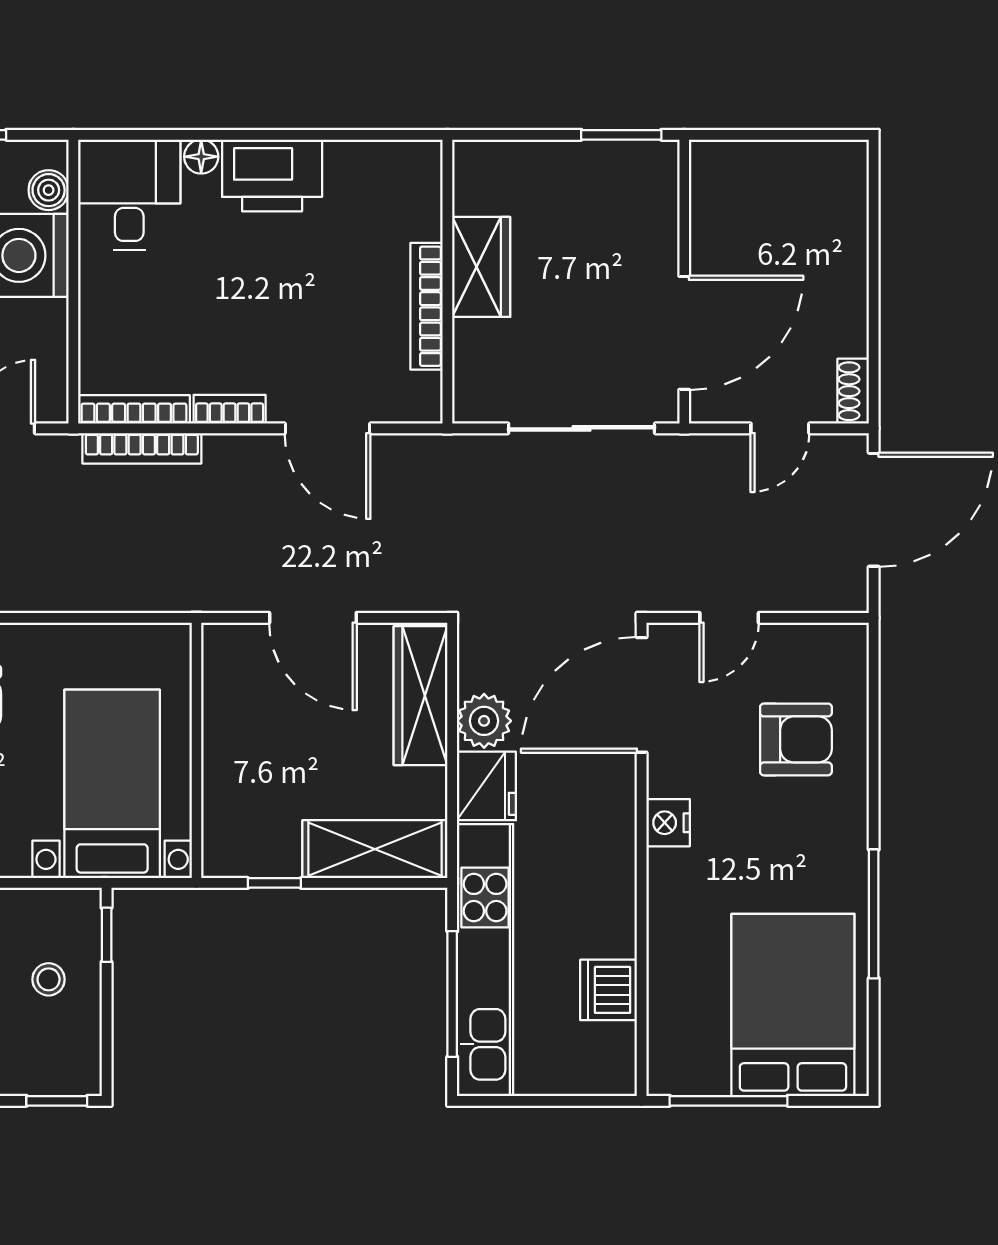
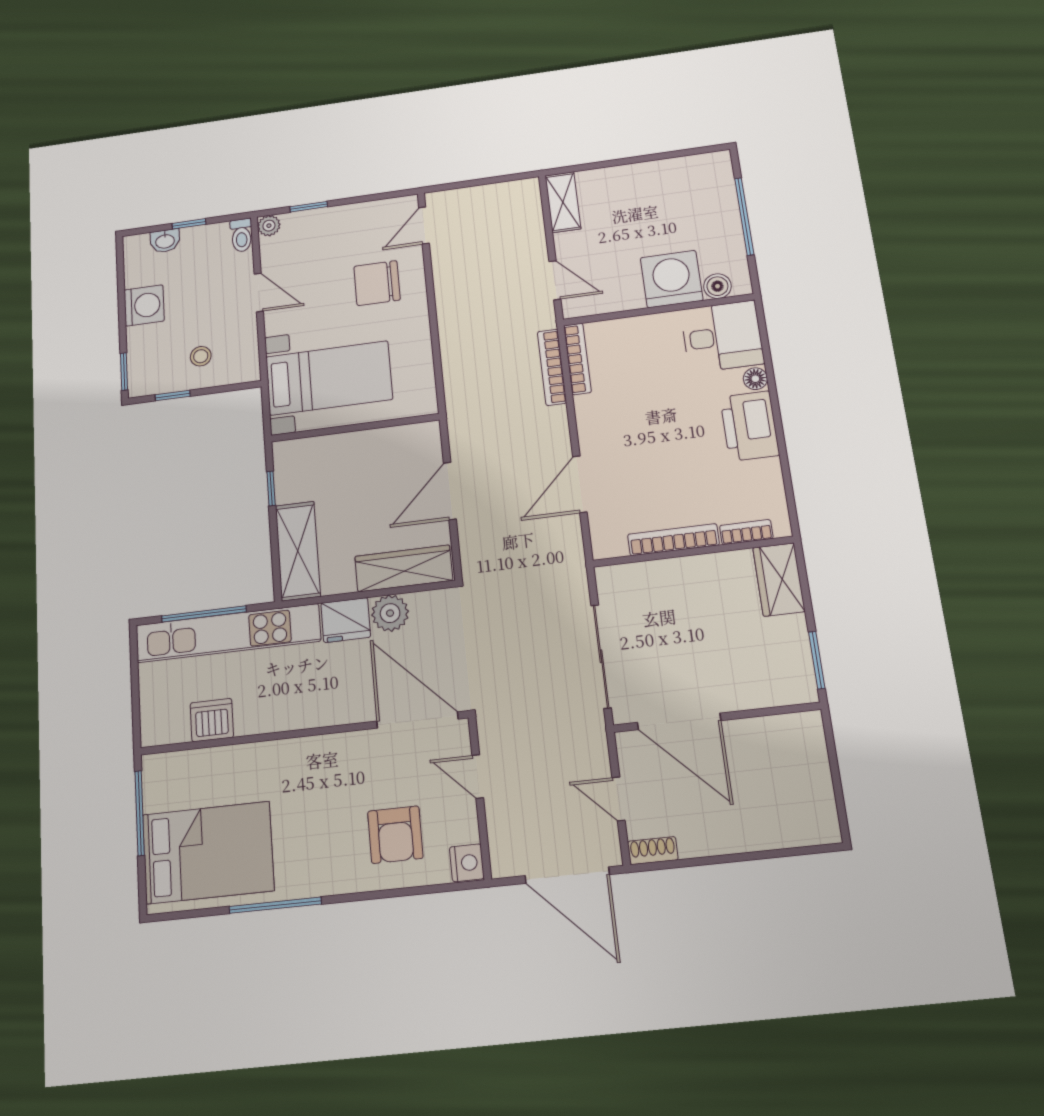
wardrobe: (481, 267) -> (779, 579), moved, turned 90
bookcase: (230, 409) -> (746, 532), moved, turned -90
nightstand: (668, 823) -> (467, 863), moved, turned 90
window: (107, 935) -> (173, 395), moved

